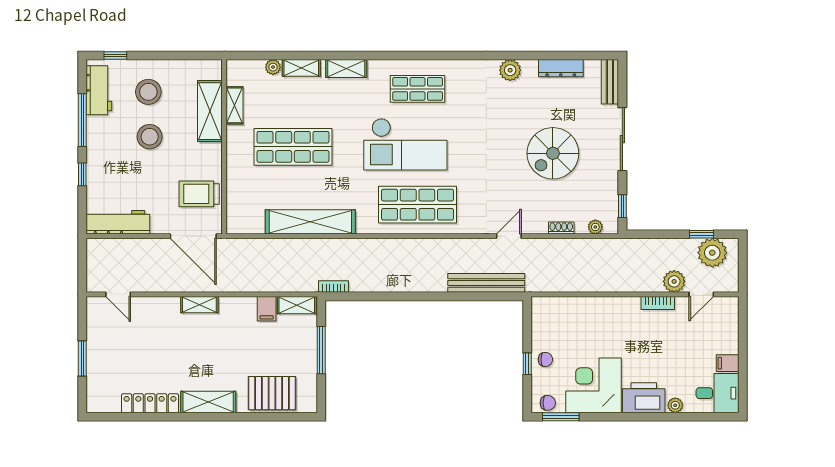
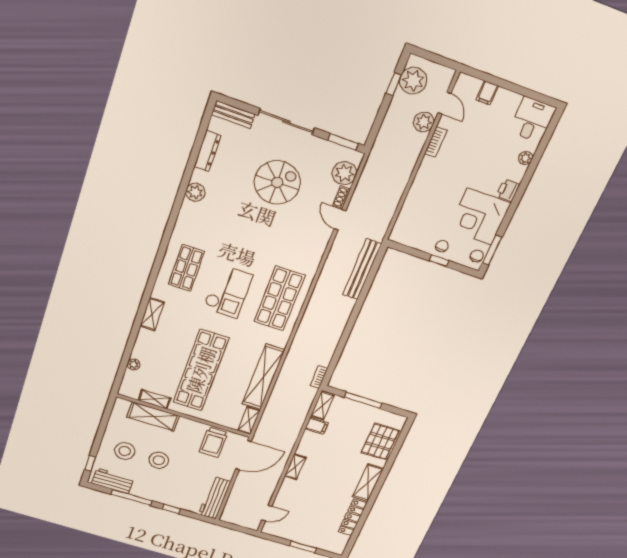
shelving: (301, 68) -> (249, 420), moved
checkout: (405, 144) -> (228, 291), width x0.73, depth x0.83
shop shelf: (293, 147) -> (201, 370), width x1.40
spiral stairs: (553, 153) -> (277, 182), turned -90
window: (622, 206) -> (343, 142), width x1.50
plant: (595, 227) -> (344, 173), width x1.87, depth x1.87
door: (509, 236) -> (340, 220), moved
filing cabinet: (728, 363) -> (487, 93), moved
printer: (644, 398) -> (508, 190), width x0.53, depth x0.68

